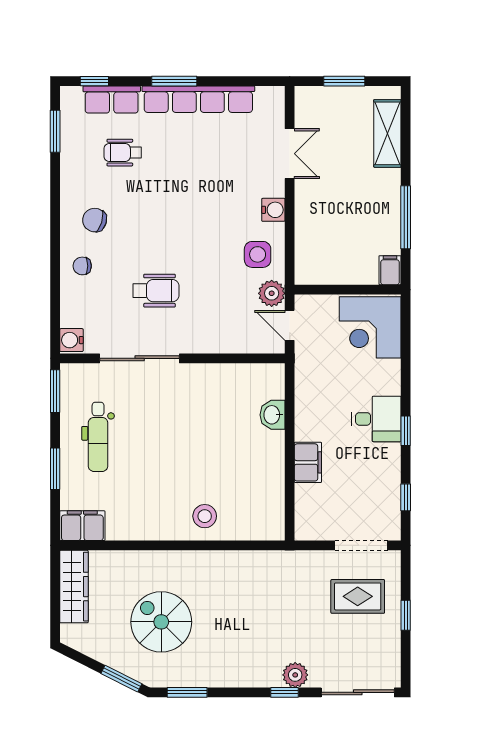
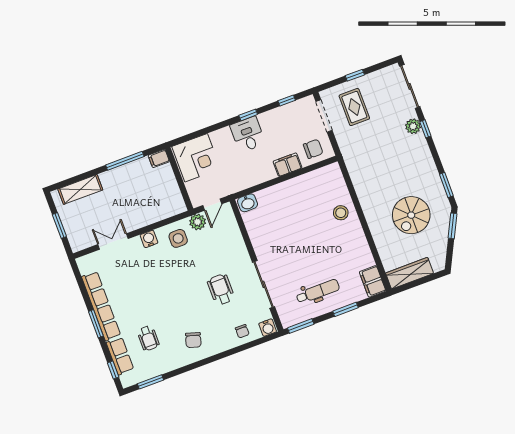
chair: (82, 266) -> (242, 331), moved
washbasin: (272, 415) -> (248, 203), moved
chair: (317, 510) -> (313, 149), added

